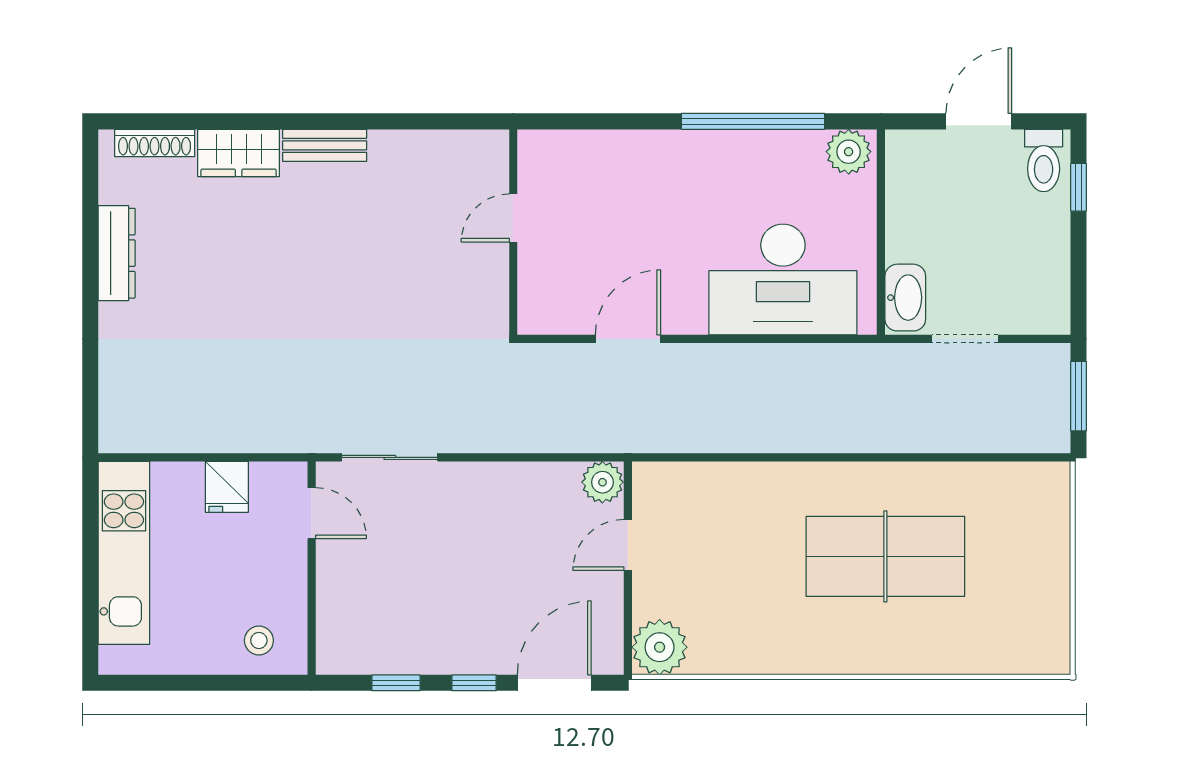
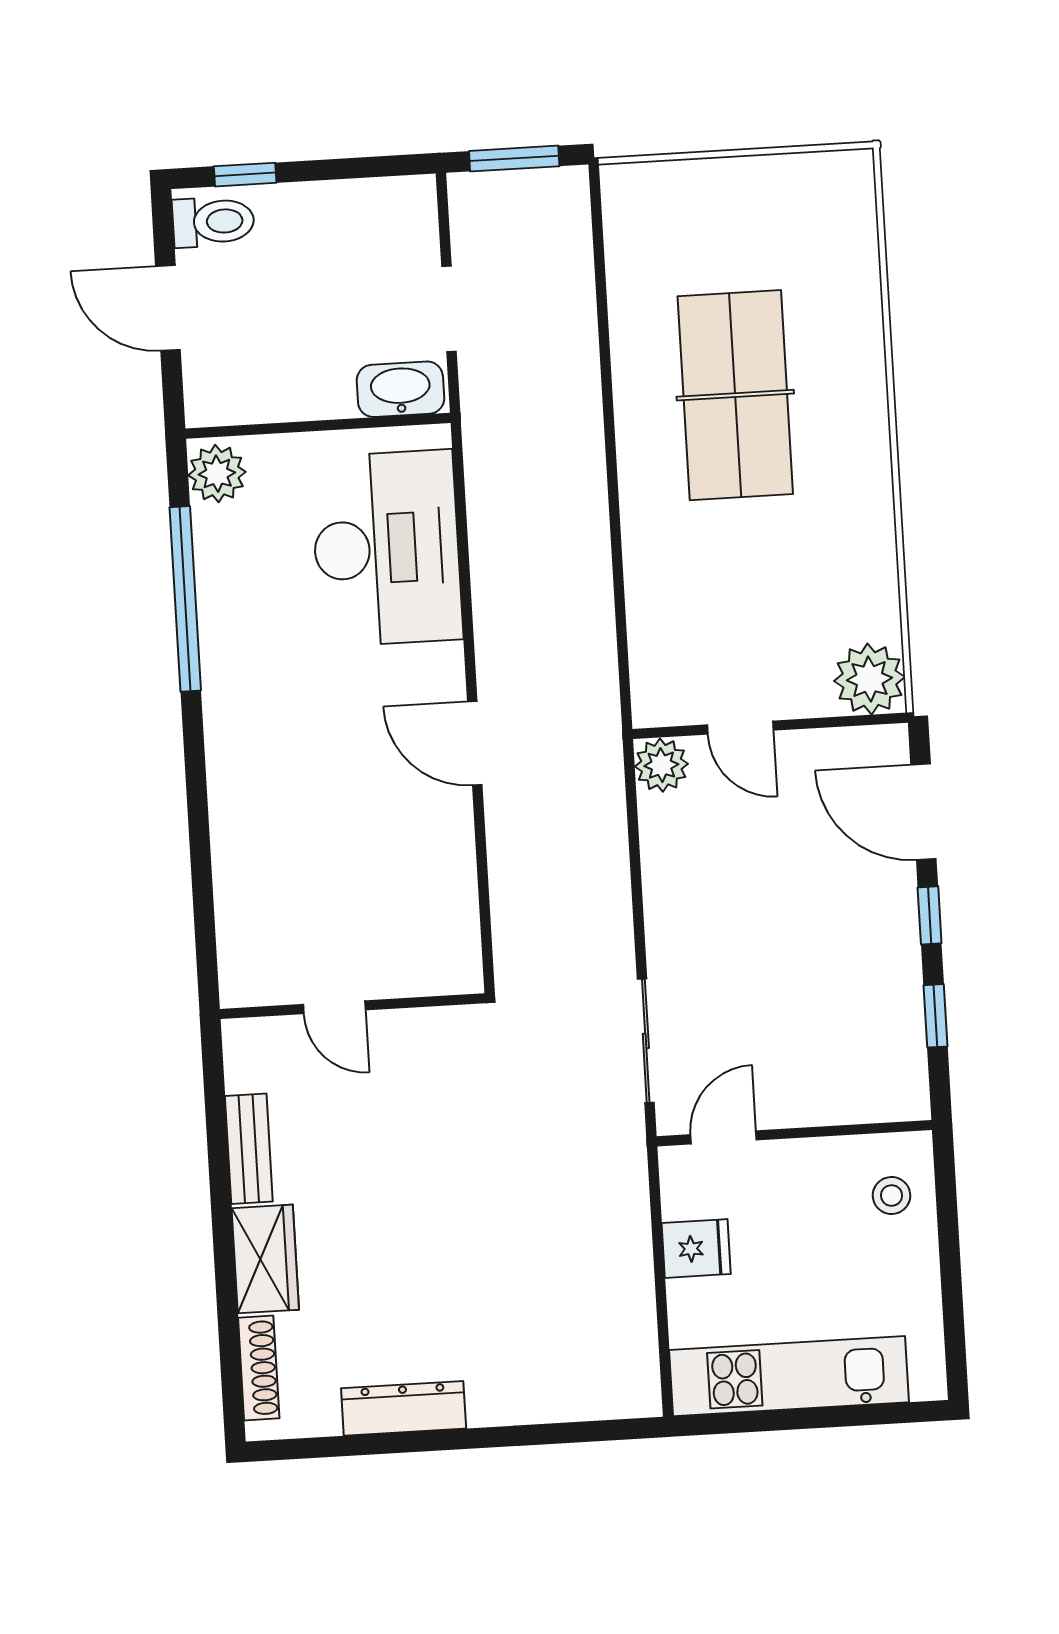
door: (513, 218) -> (334, 1007), moved
wall: (513, 232) -> (352, 1006), moved

